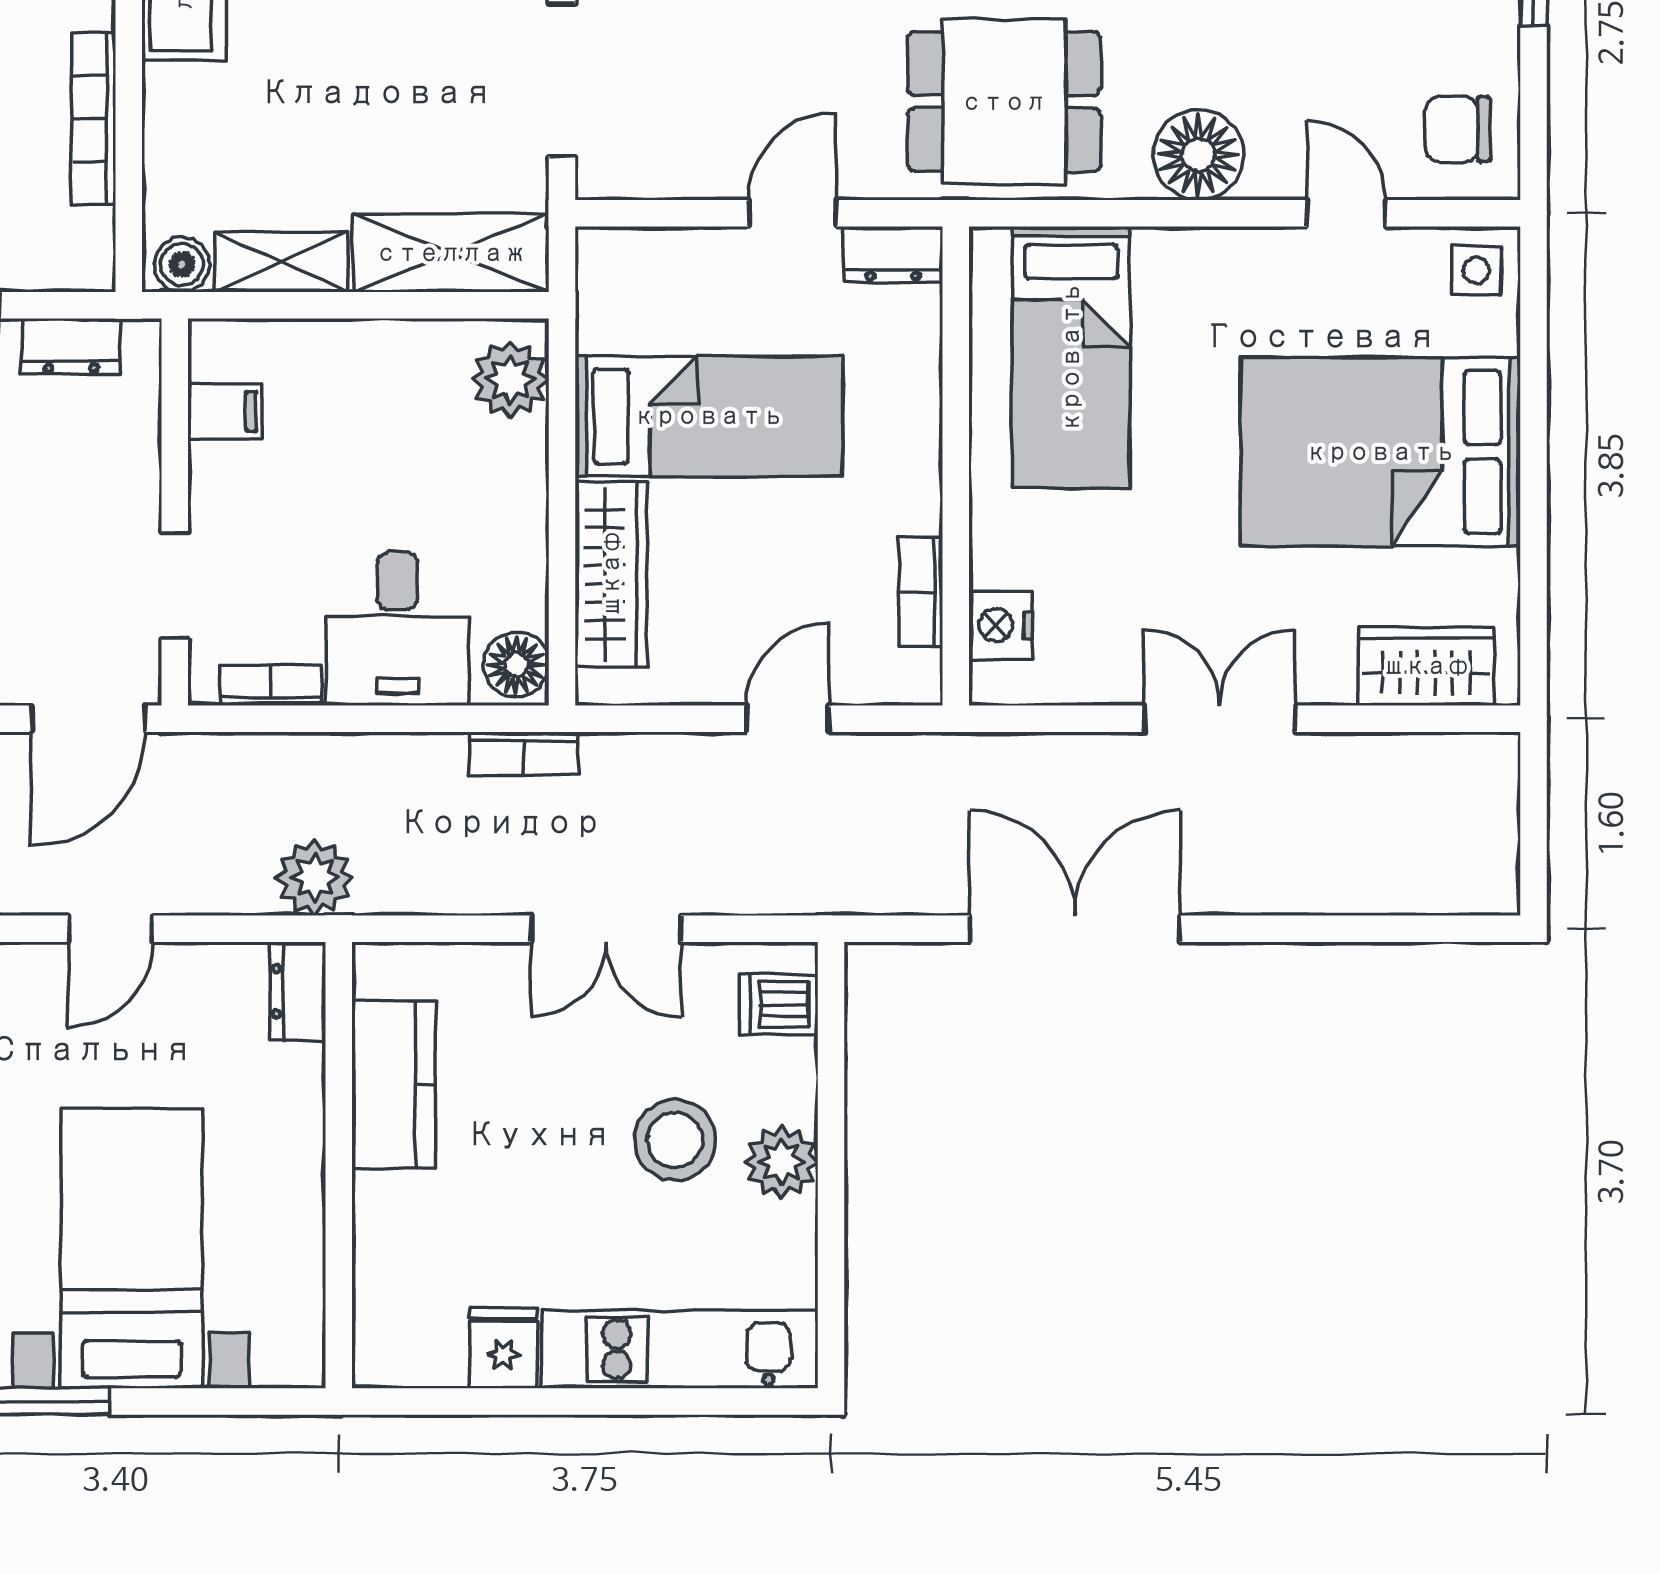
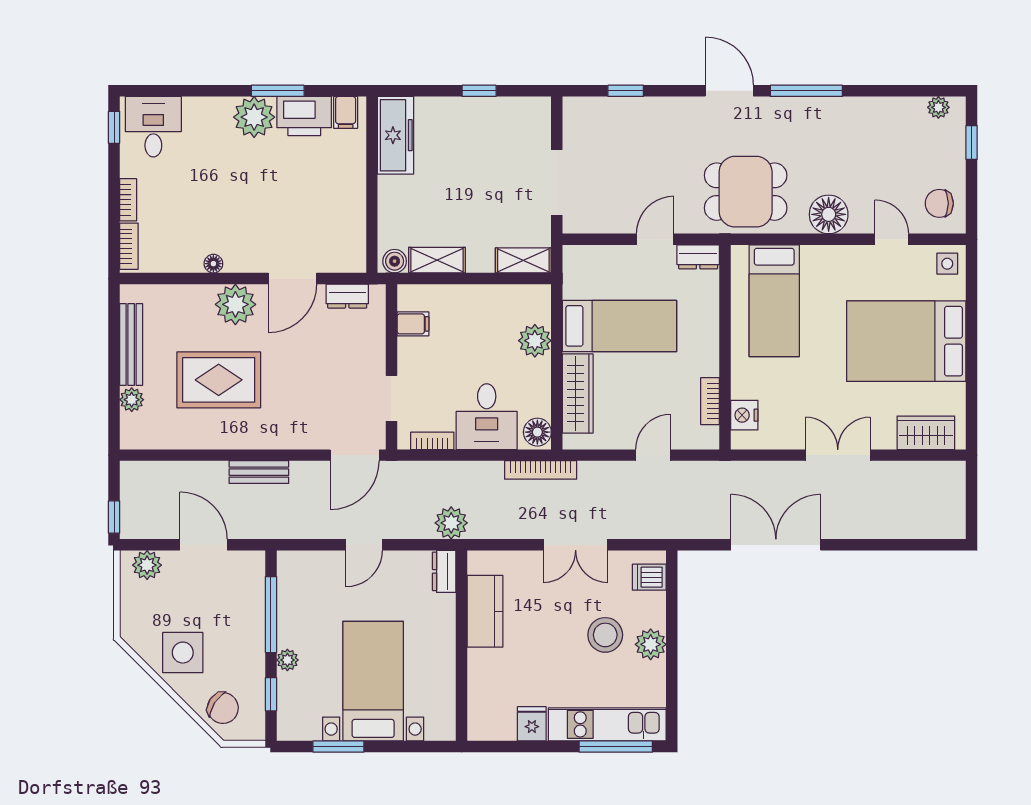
bookcase: (94, 119) -> (357, 199), removed
shelving: (451, 253) -> (523, 260), width x0.67, depth x0.75
plant: (510, 379) -> (535, 341), moved
bookcase: (524, 753) -> (541, 470), width x1.56
window: (700, 1401) -> (616, 747), added

